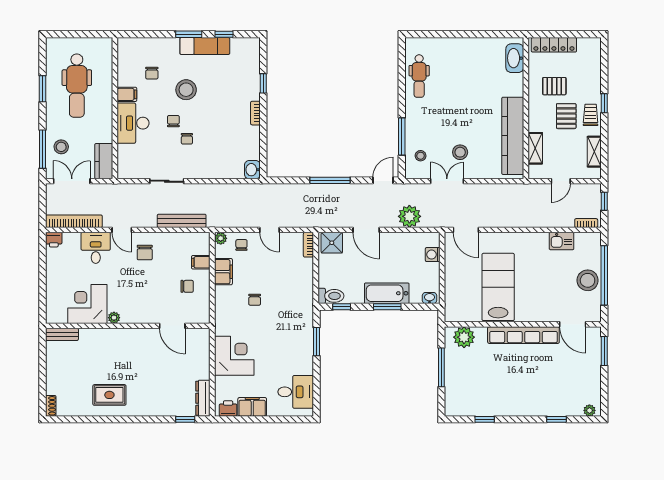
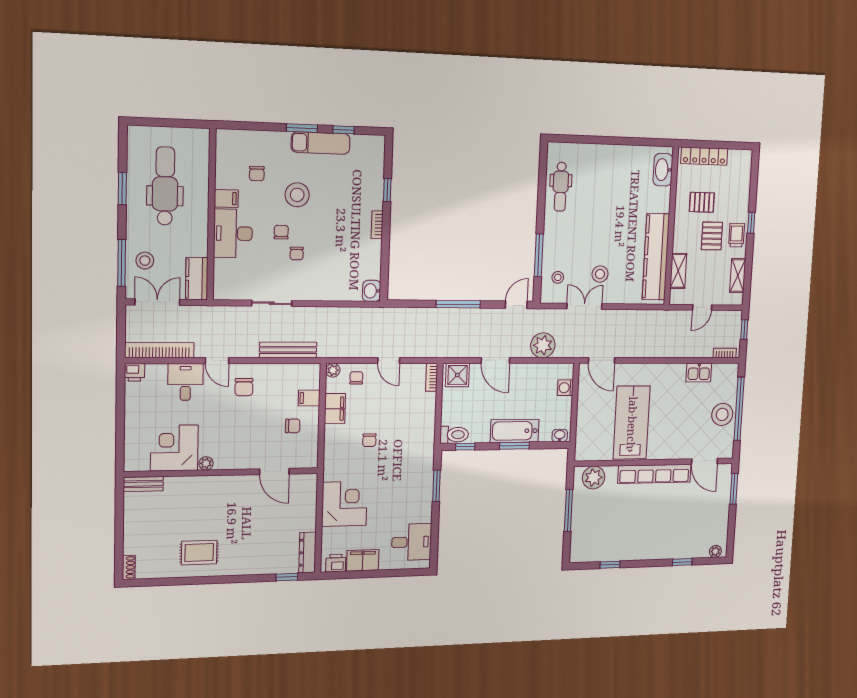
dental chair: (77, 86) -> (165, 186), turned 180

